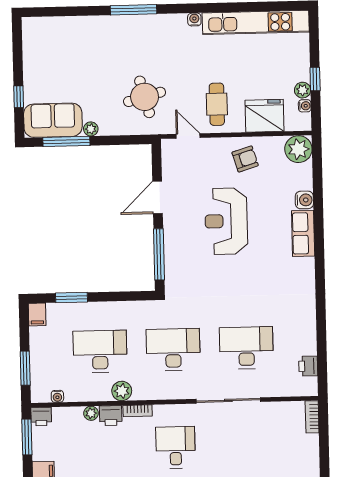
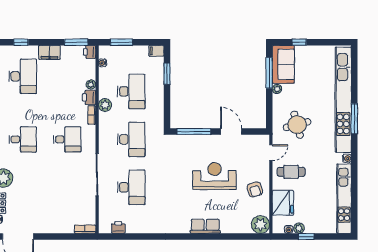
kitchen unit: (105, 27) -> (343, 100), added
water cooler: (304, 200) -> (227, 228), removed

